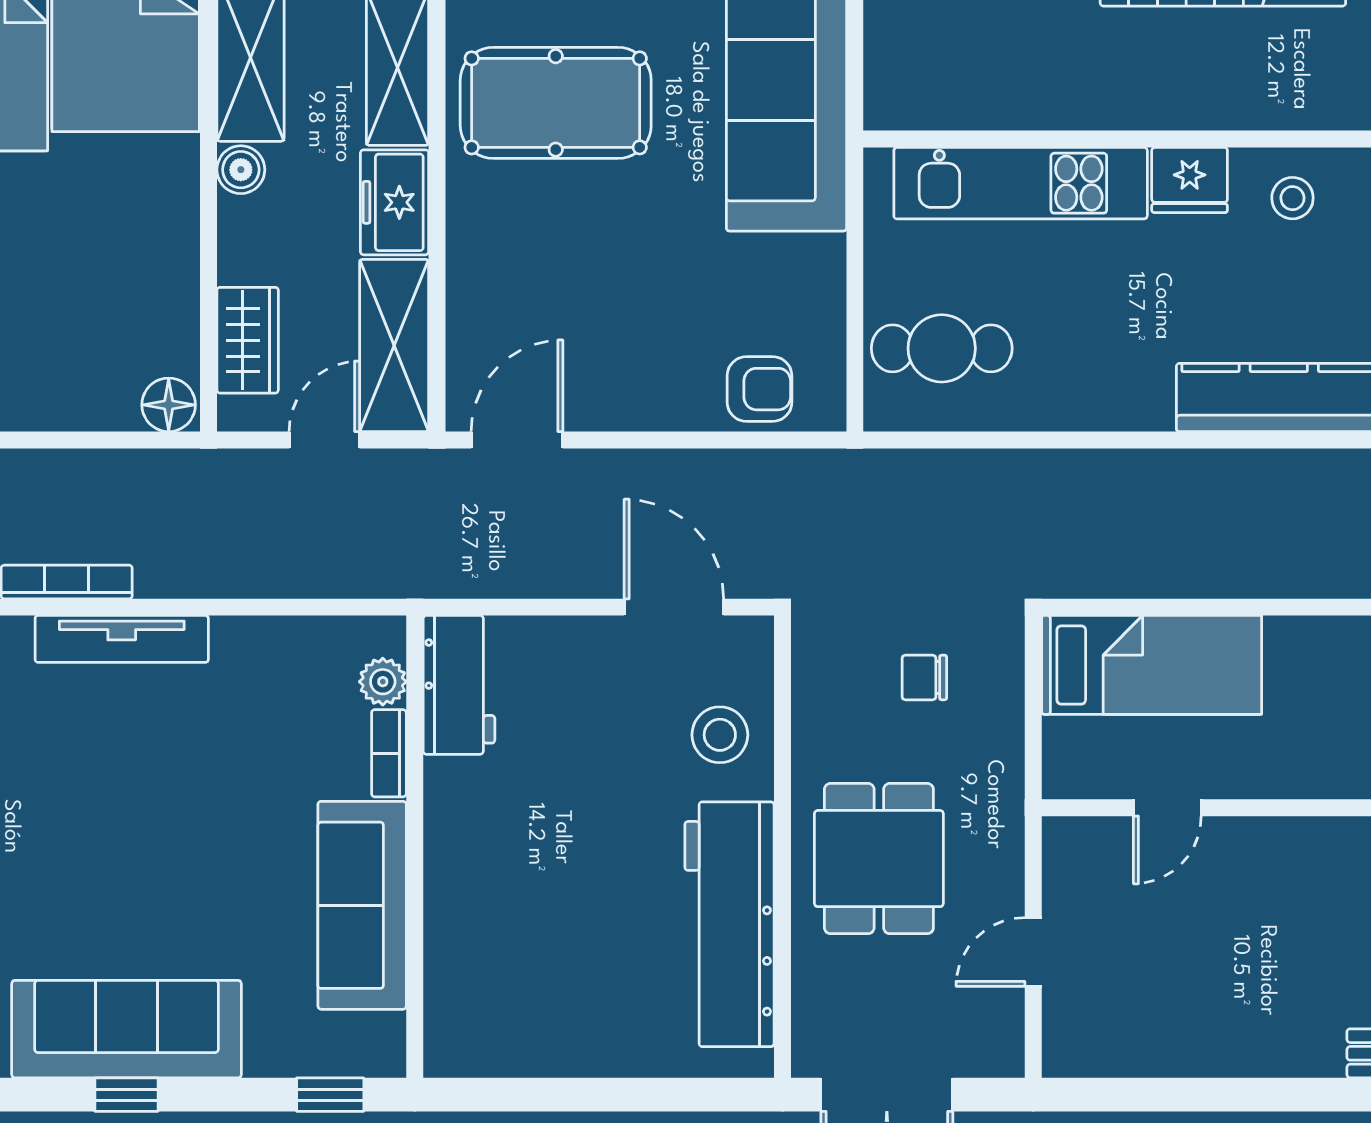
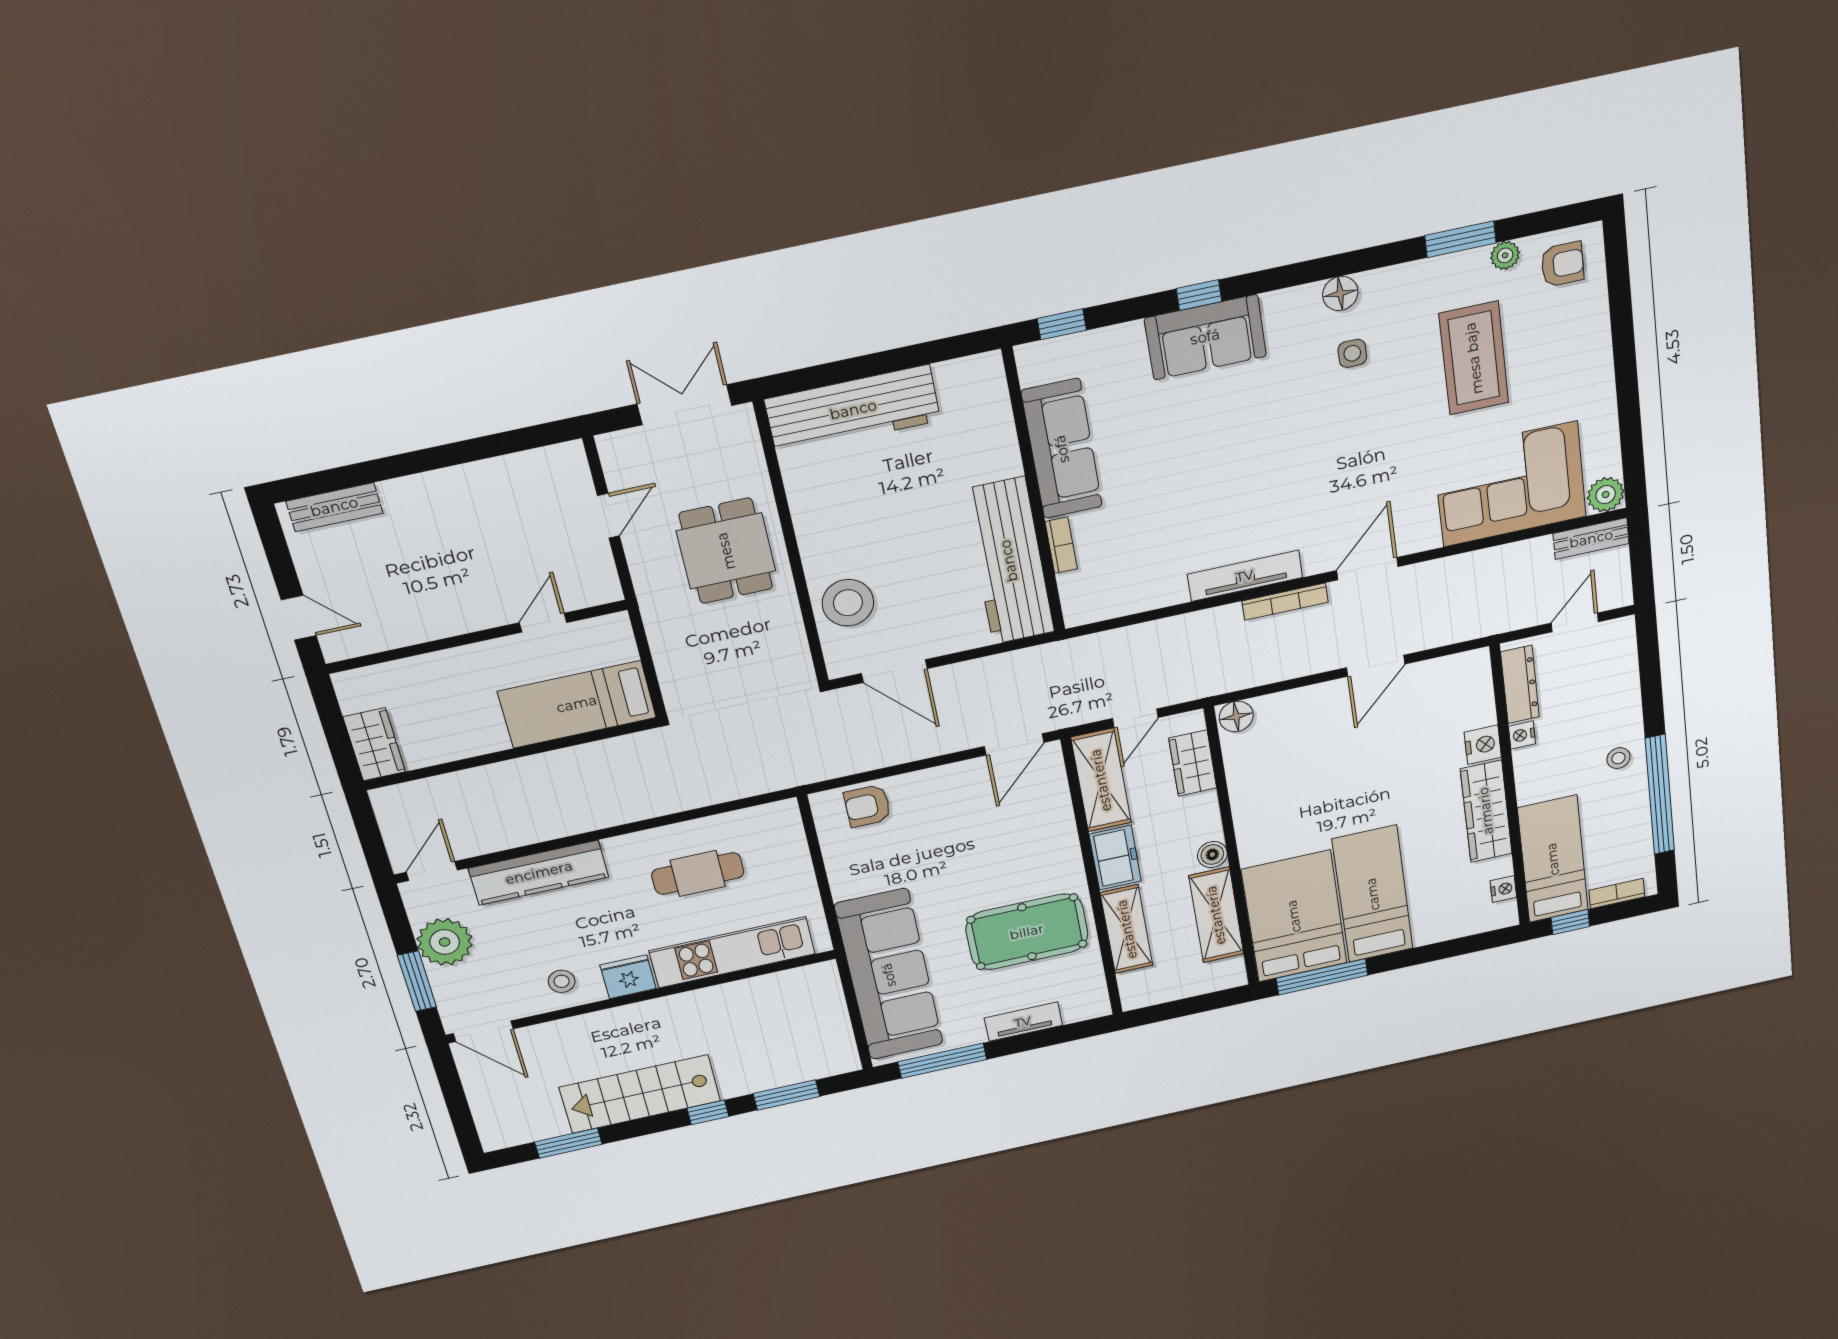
cafe table: (942, 348) -> (698, 873), moved
chair: (924, 677) -> (723, 665), removed
plant: (383, 682) -> (1073, 587), removed
workbench: (459, 685) -> (1009, 561), width x1.88, depth x1.32
stool: (720, 735) -> (848, 603), width x1.38, depth x1.38
workbench: (729, 924) -> (853, 410), moved, turned 90
sofa: (127, 1029) -> (1205, 337), width x0.73

